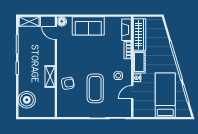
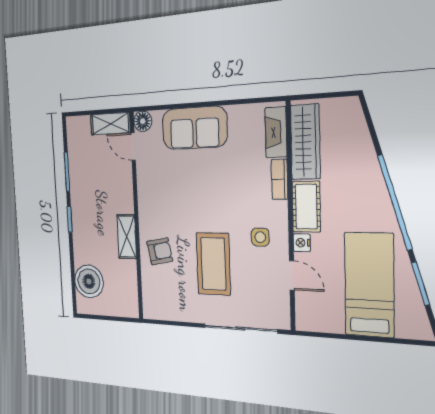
shelving: (29, 22) -> (110, 124), moved
door: (132, 92) -> (292, 275), swing flipped

